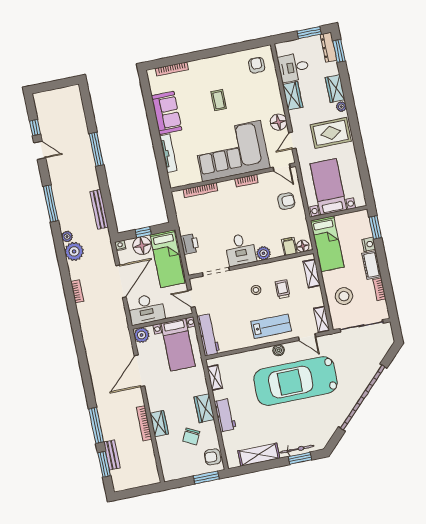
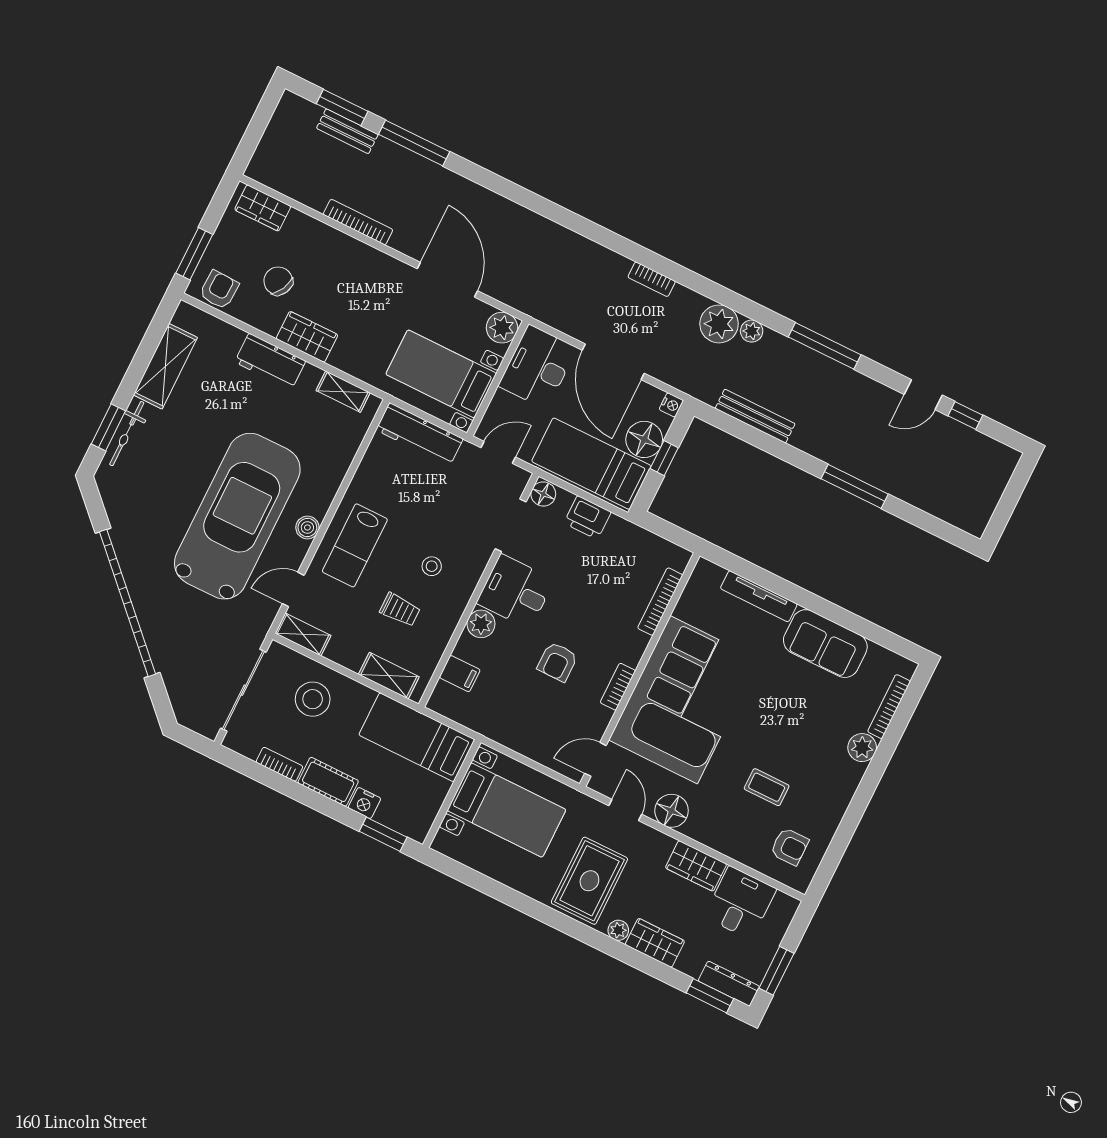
plant: (196, 67) -> (862, 748), added
coffee table: (219, 100) -> (767, 787), moved
armchair: (286, 201) -> (557, 662), moved
floor lamp: (303, 246) -> (543, 494), moved
wardrobe: (159, 424) -> (263, 208), moved

